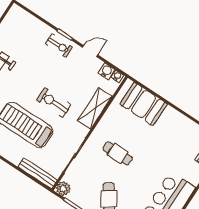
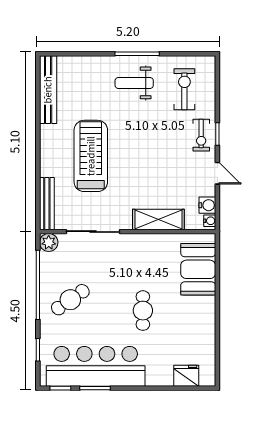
exercise bike: (54, 103) -> (184, 89), moved
cafe table: (118, 153) -> (143, 311), moved

